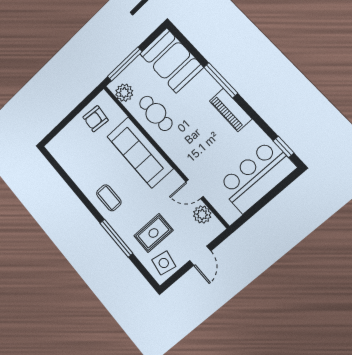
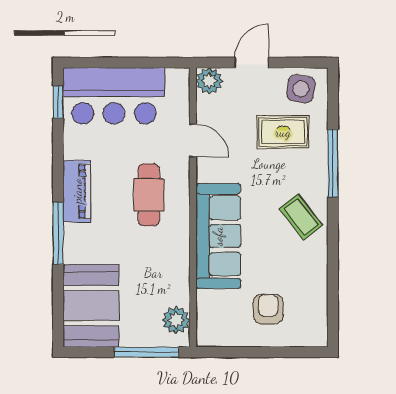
cafe table: (156, 113) -> (149, 195), moved
armchair: (95, 119) -> (268, 309), moved, turned -95
coffee table: (109, 198) -> (301, 217), turned -38
plant: (202, 214) -> (209, 81), moved

